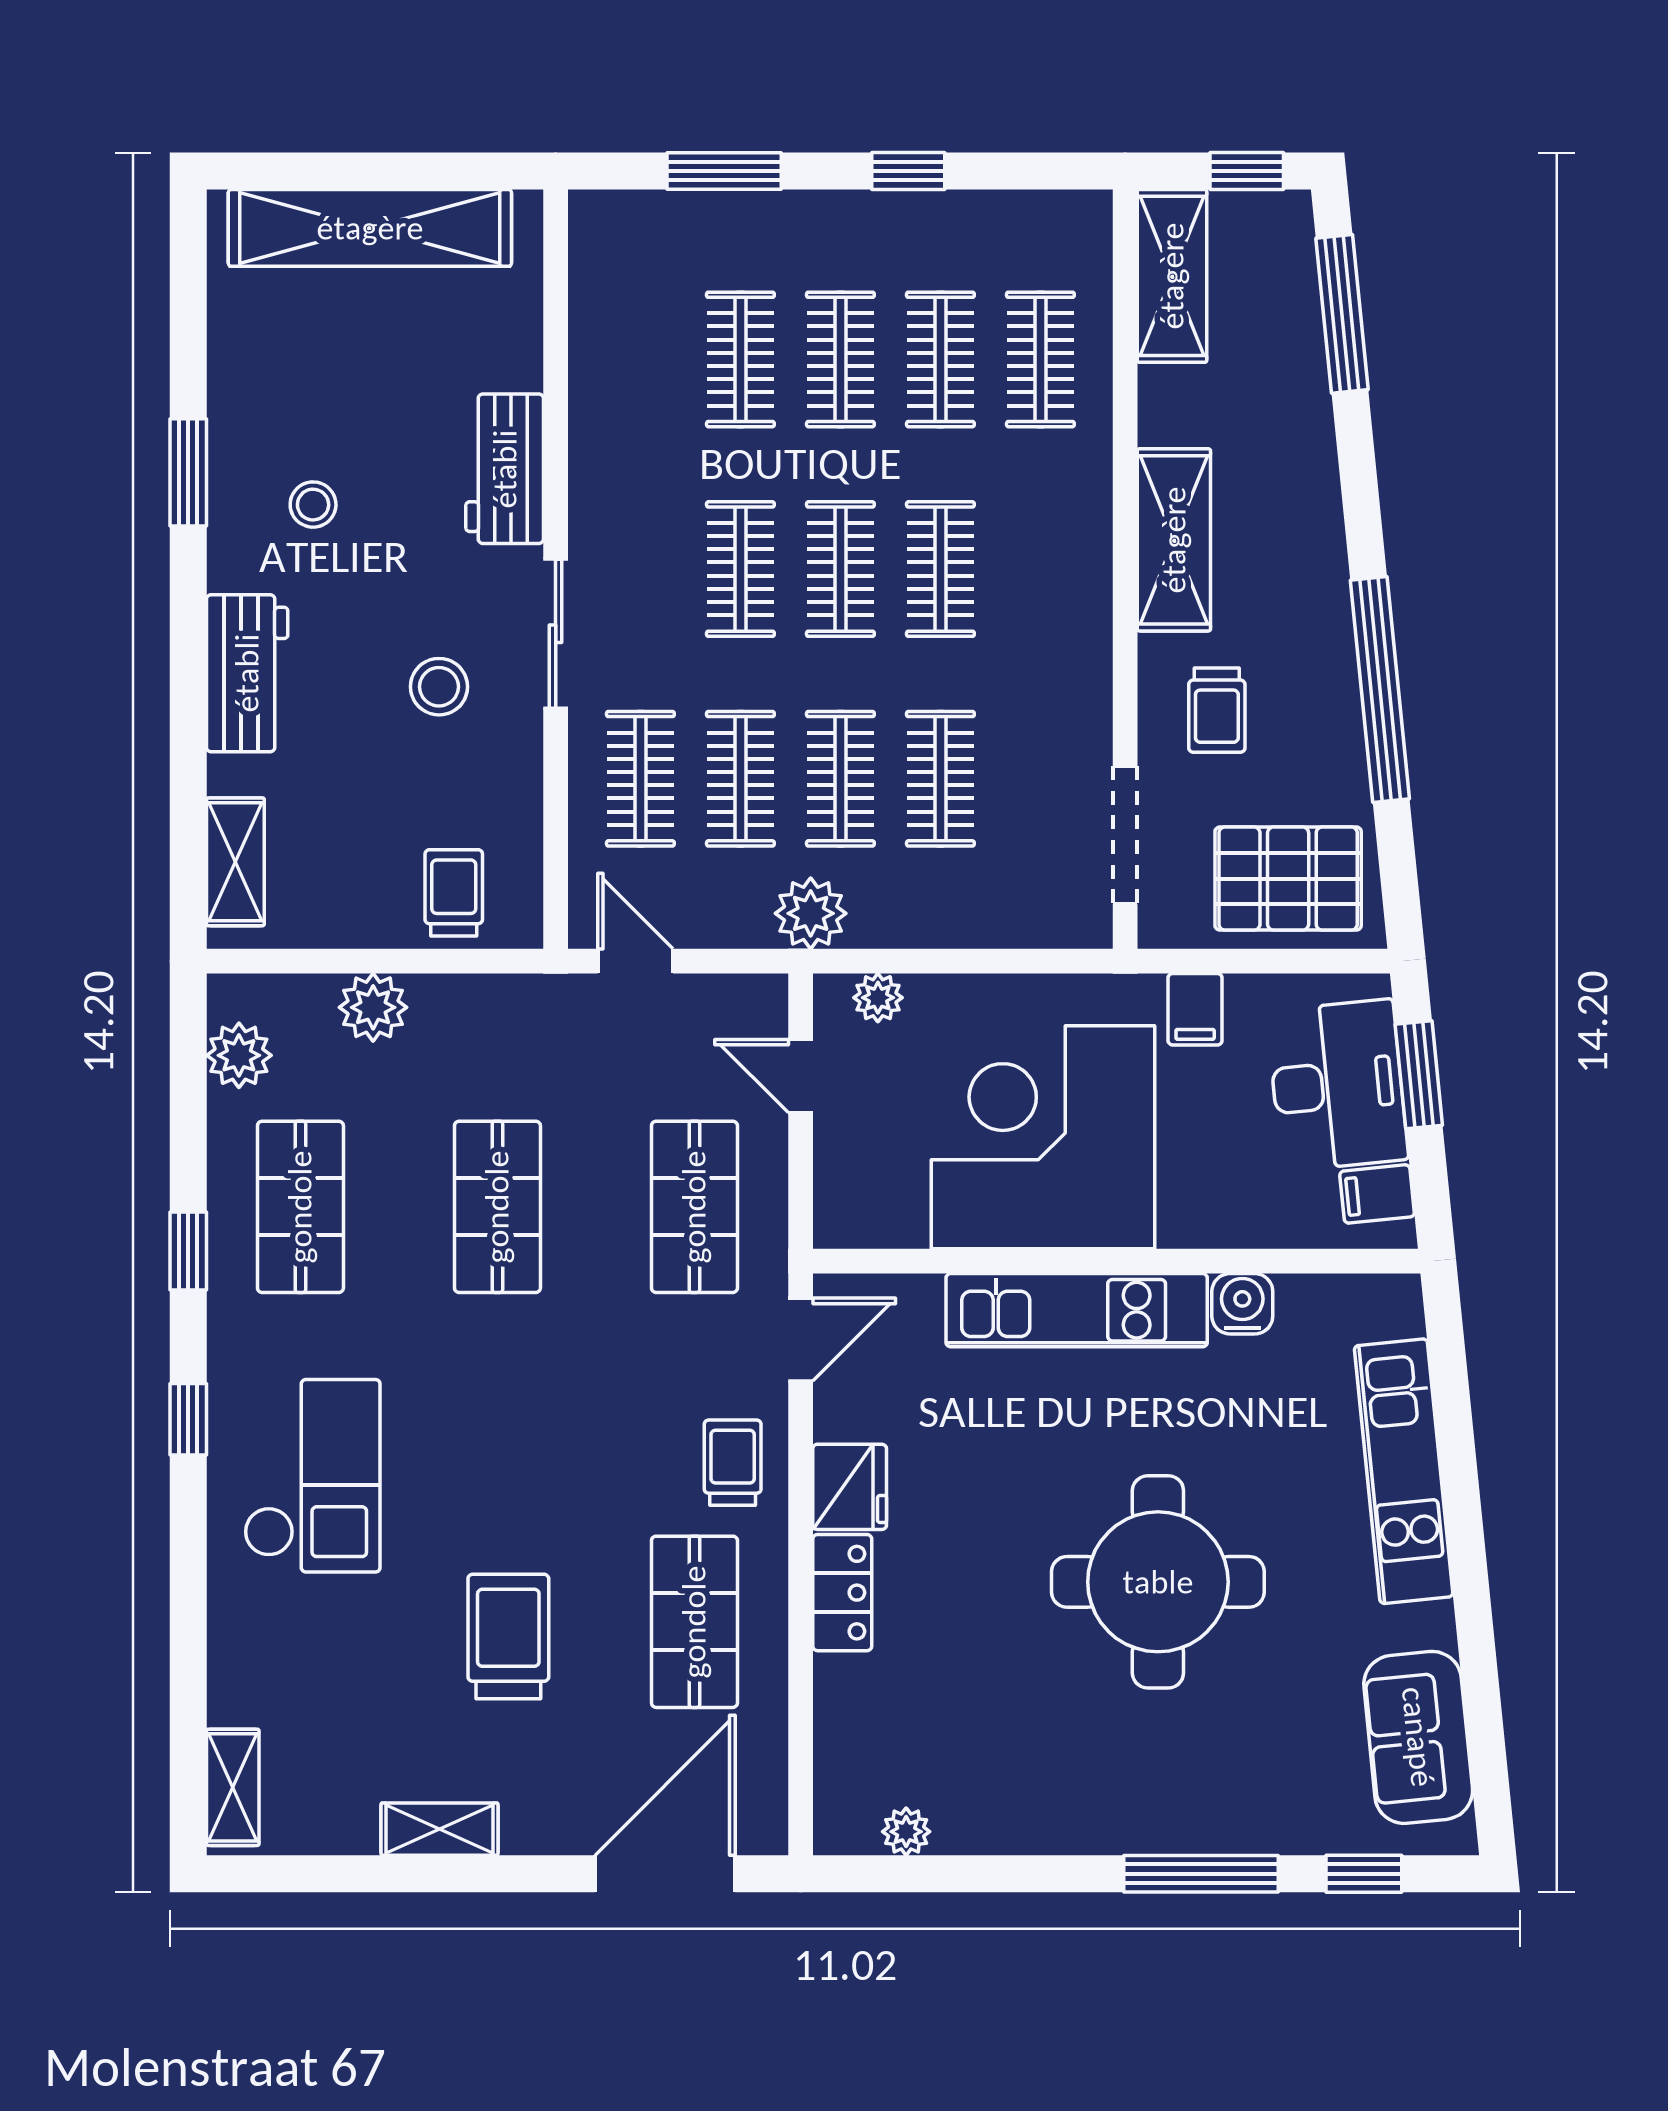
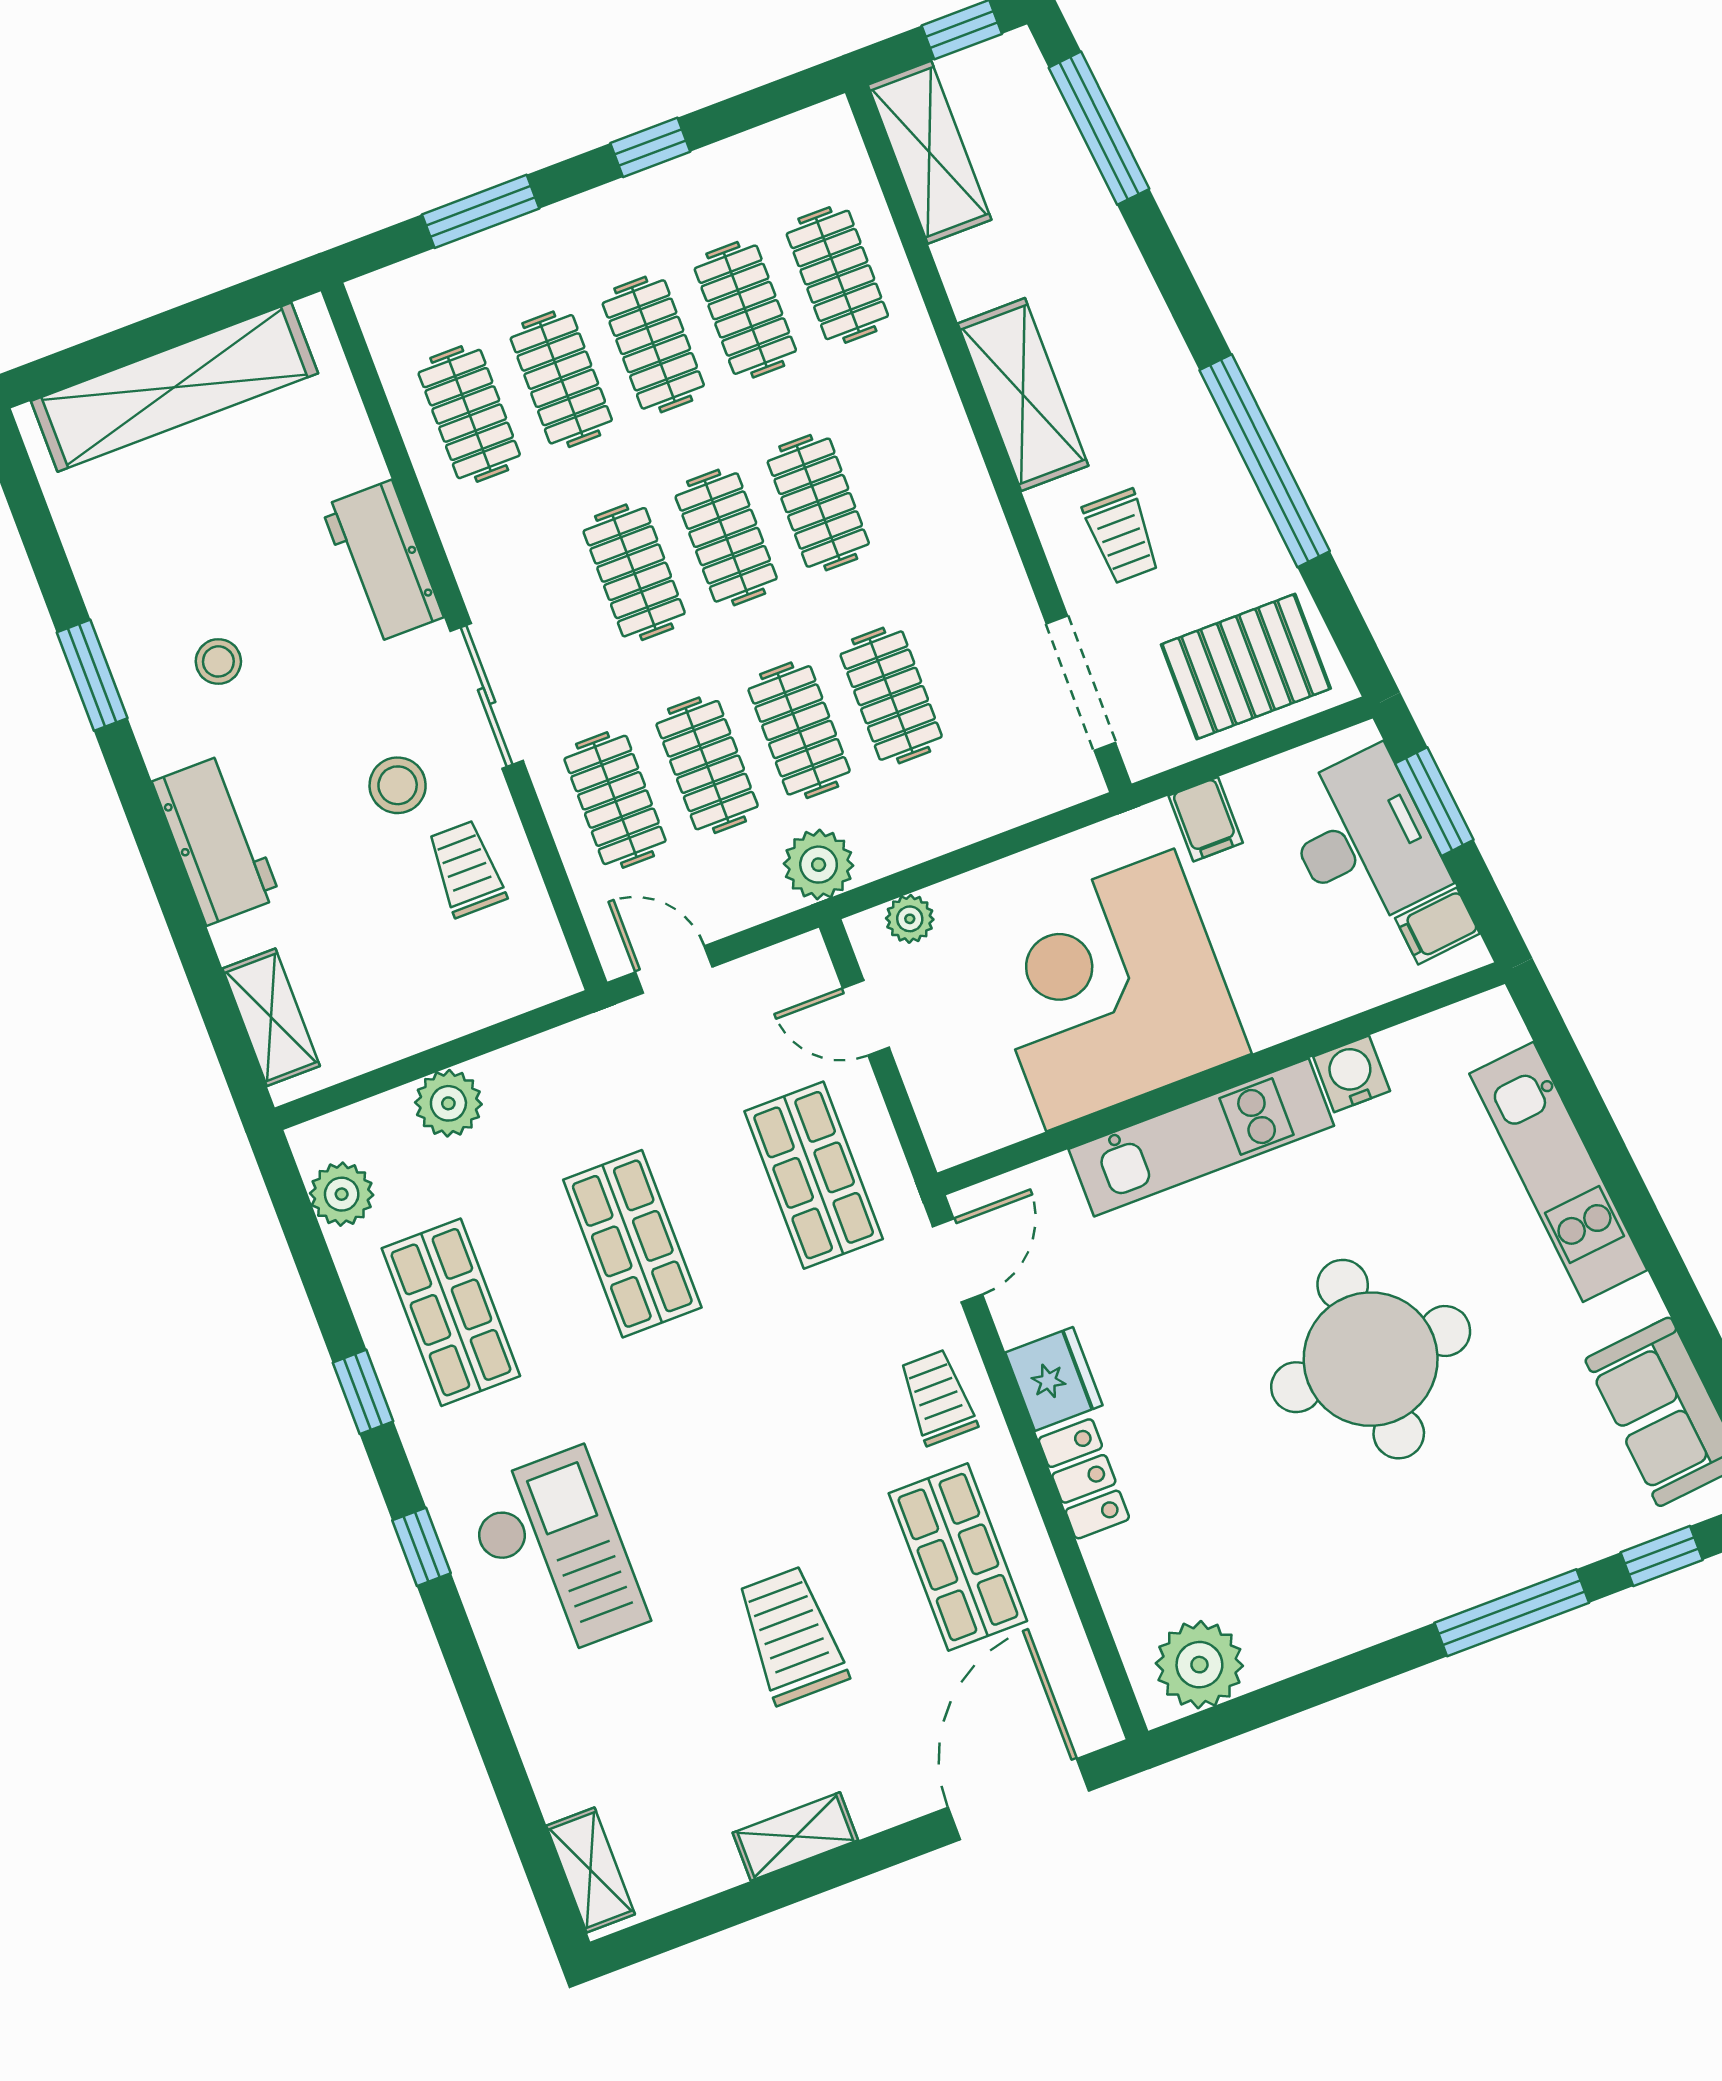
clothes rail: (640, 359) -> (469, 414), added
trolley: (454, 893) -> (466, 869), moved
plant: (906, 1832) -> (1199, 1665), width x1.88, depth x1.88

